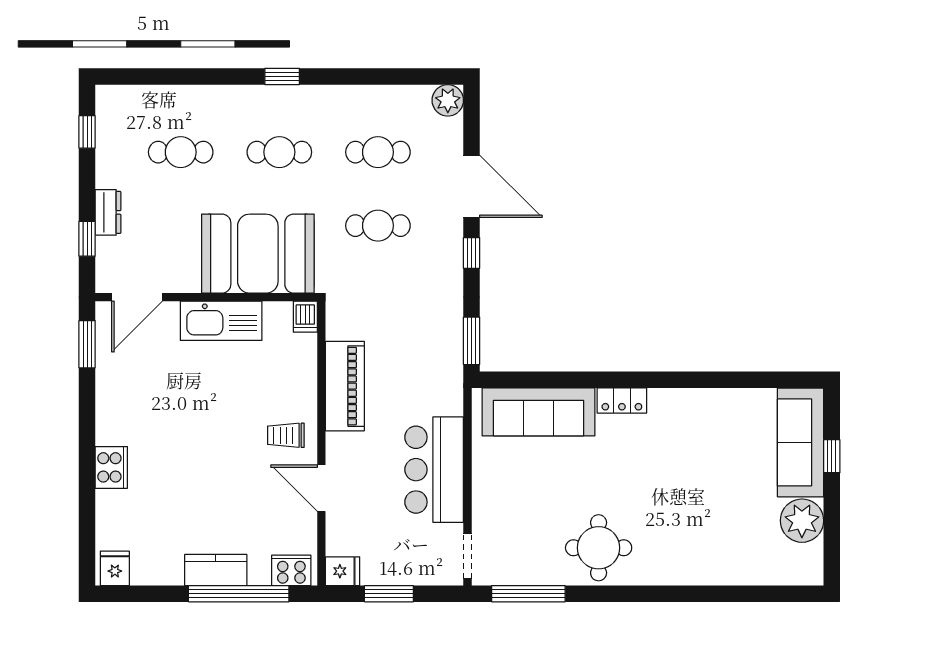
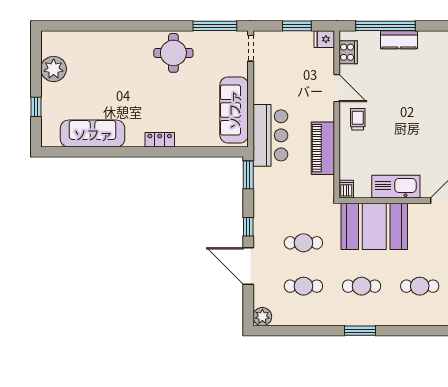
window: (282, 76) -> (360, 331), width x1.50
sofa: (539, 412) -> (234, 110), moved, turned -90
trolley: (286, 435) -> (358, 119), turned -90
sofa: (801, 442) -> (93, 134), moved, turned -90
bar counter: (434, 470) -> (270, 135), moved
cooker: (291, 570) -> (348, 52), moved, turned -90

